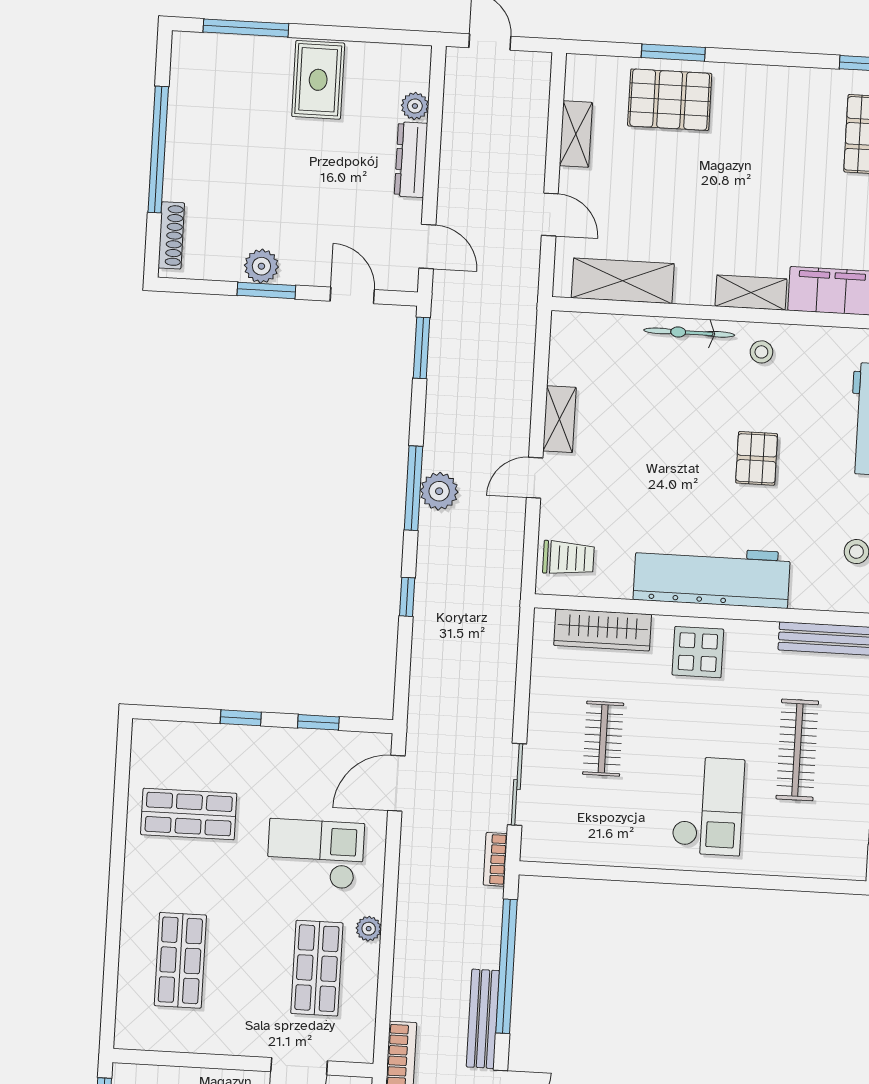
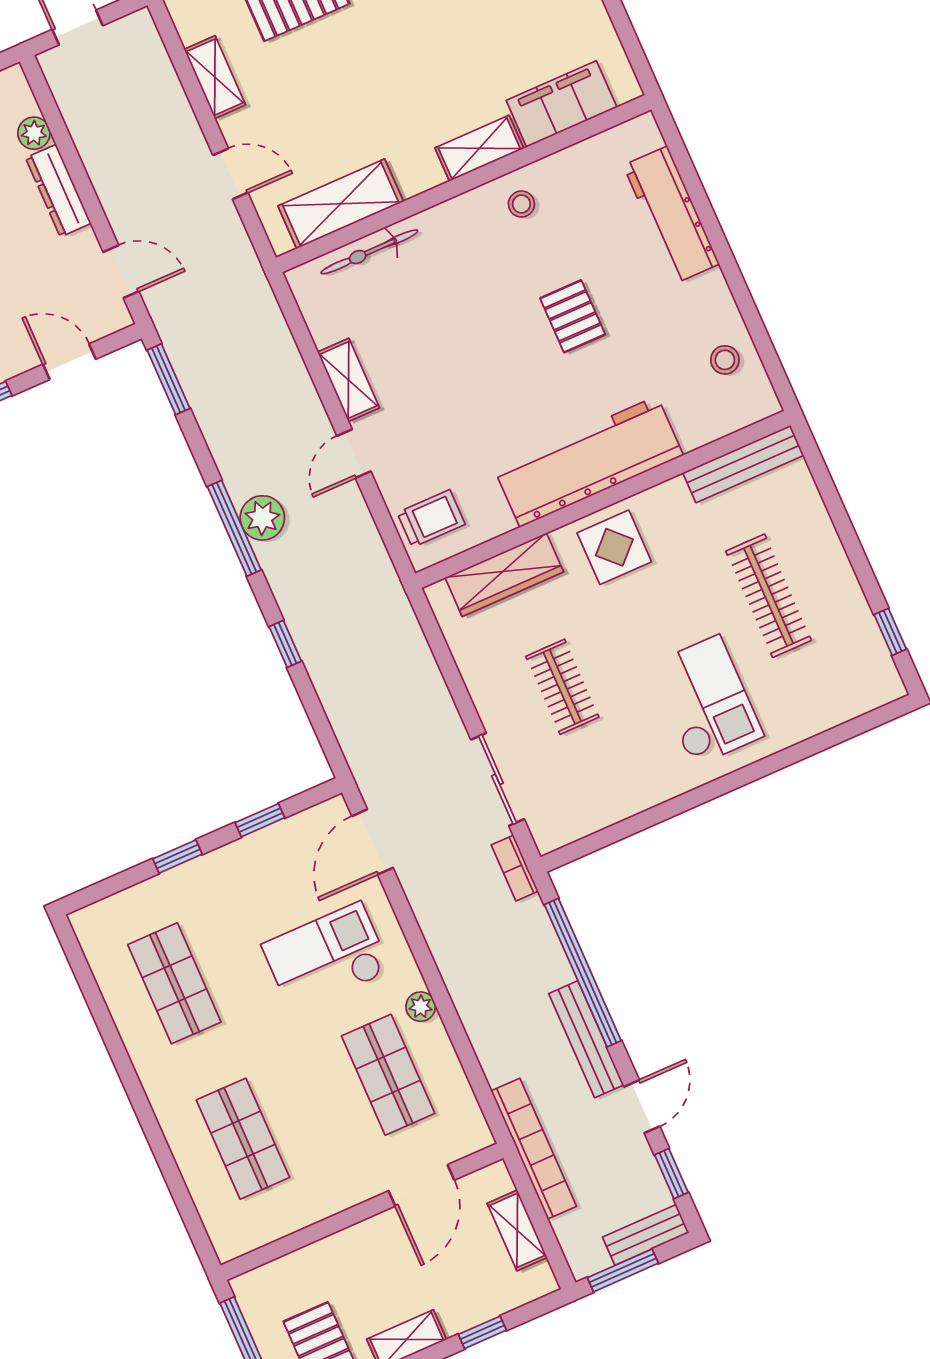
bicycle: (689, 333) -> (369, 252), moved
shop shelf: (189, 814) -> (174, 983), turned 90

